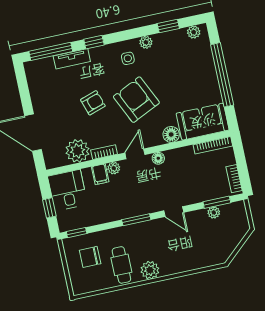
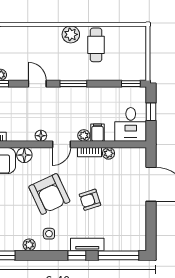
tv unit: (72, 59) -> (87, 244), moved
plant: (77, 151) -> (109, 153), width x0.53, depth x0.53
chair: (90, 257) -> (123, 59), removed

